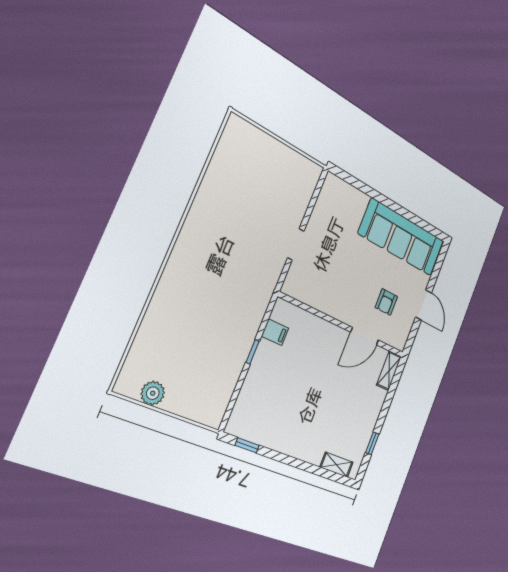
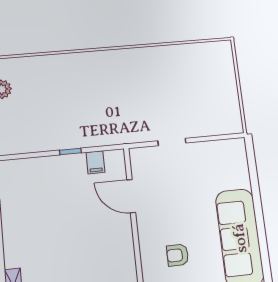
door: (365, 336) -> (131, 196), moved

